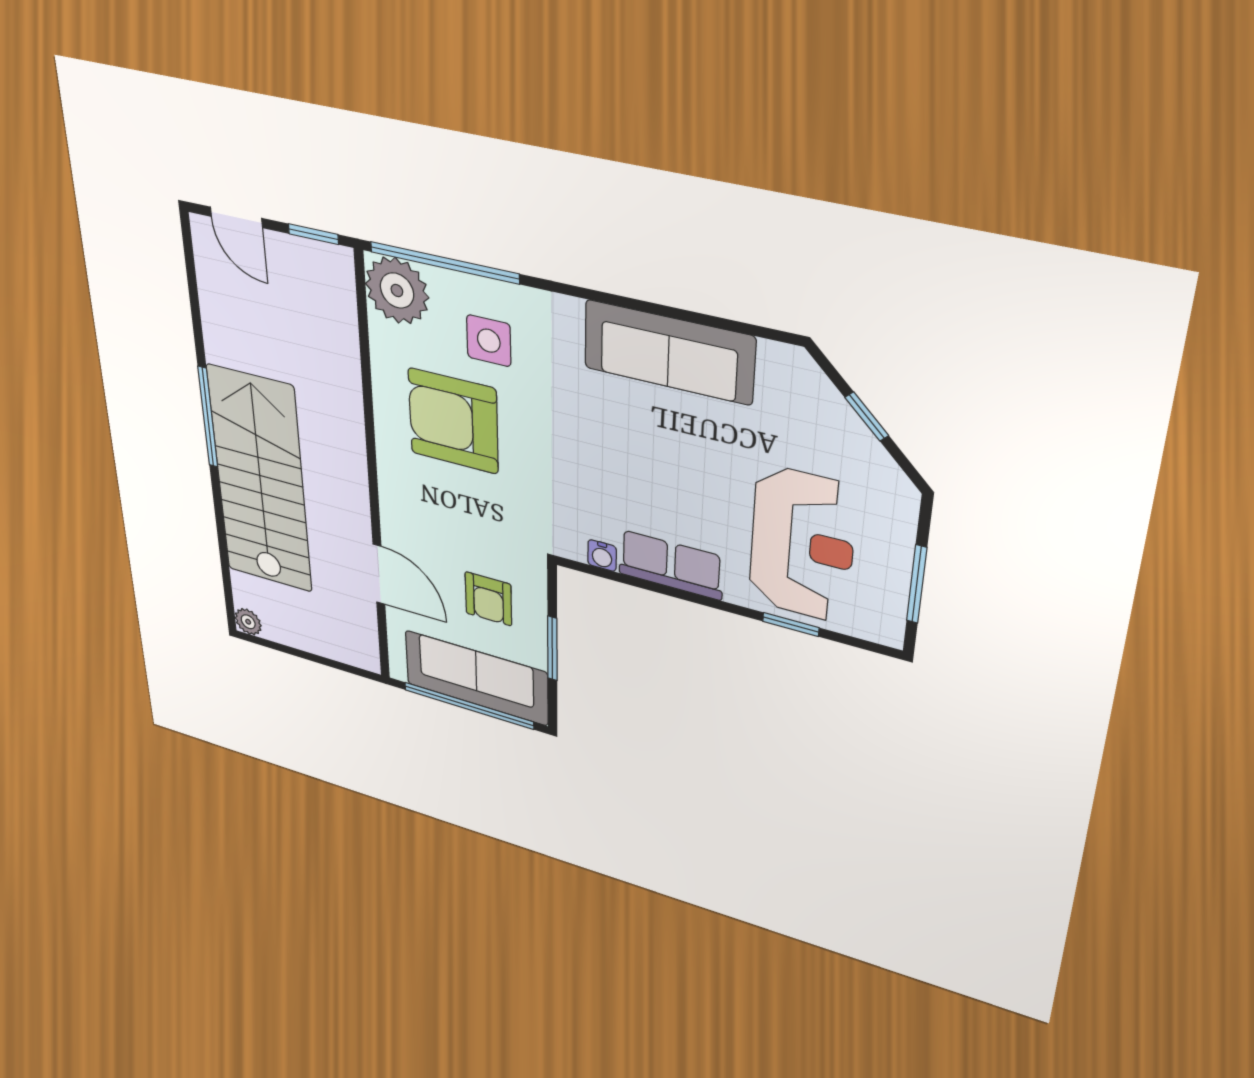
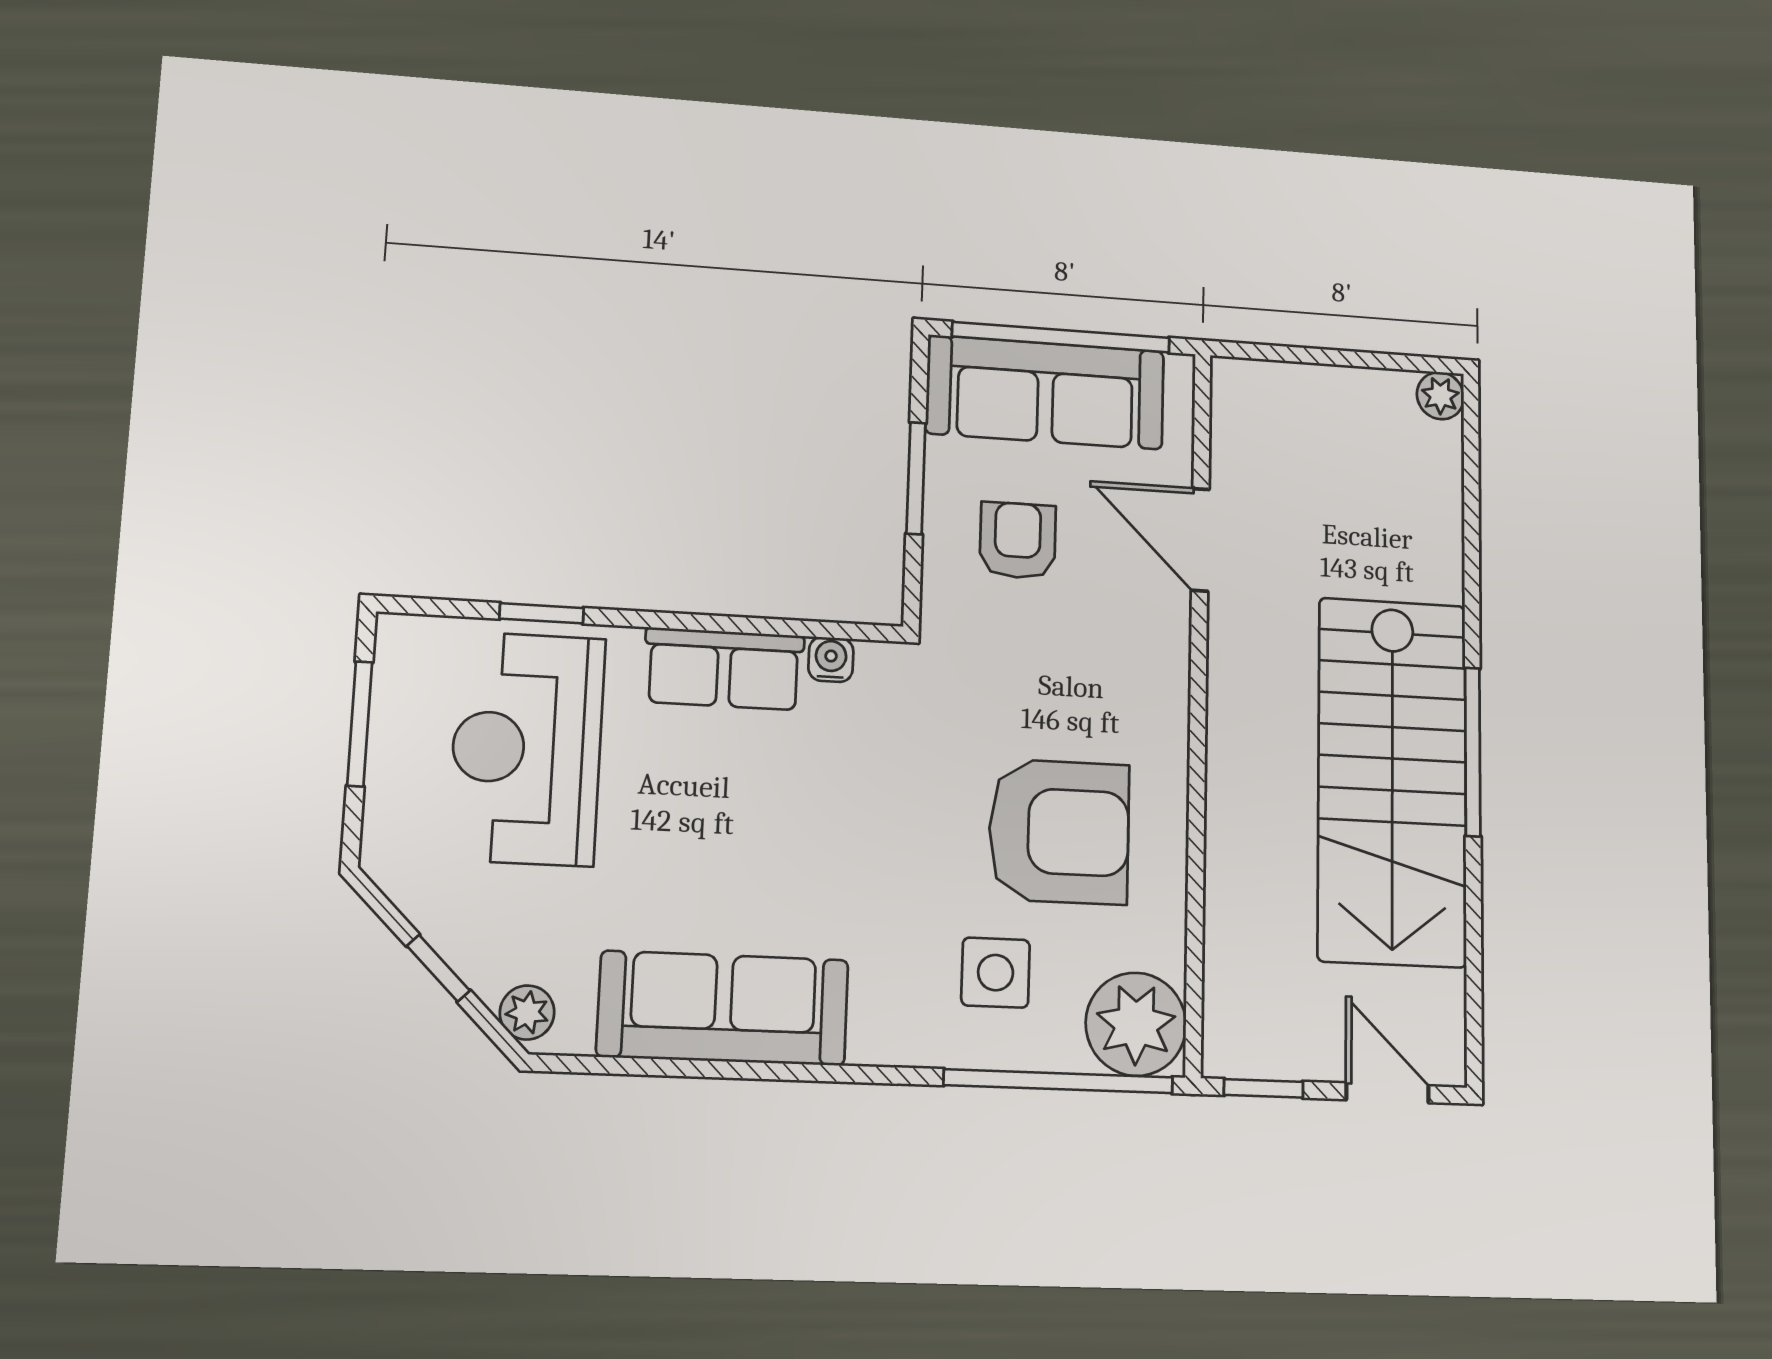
plant: (804, 375) -> (527, 1013), added
stairs: (260, 481) -> (1392, 781), moved

